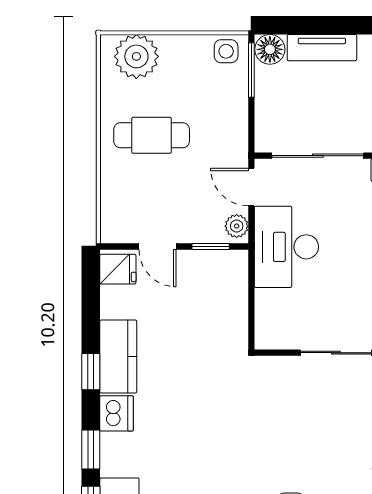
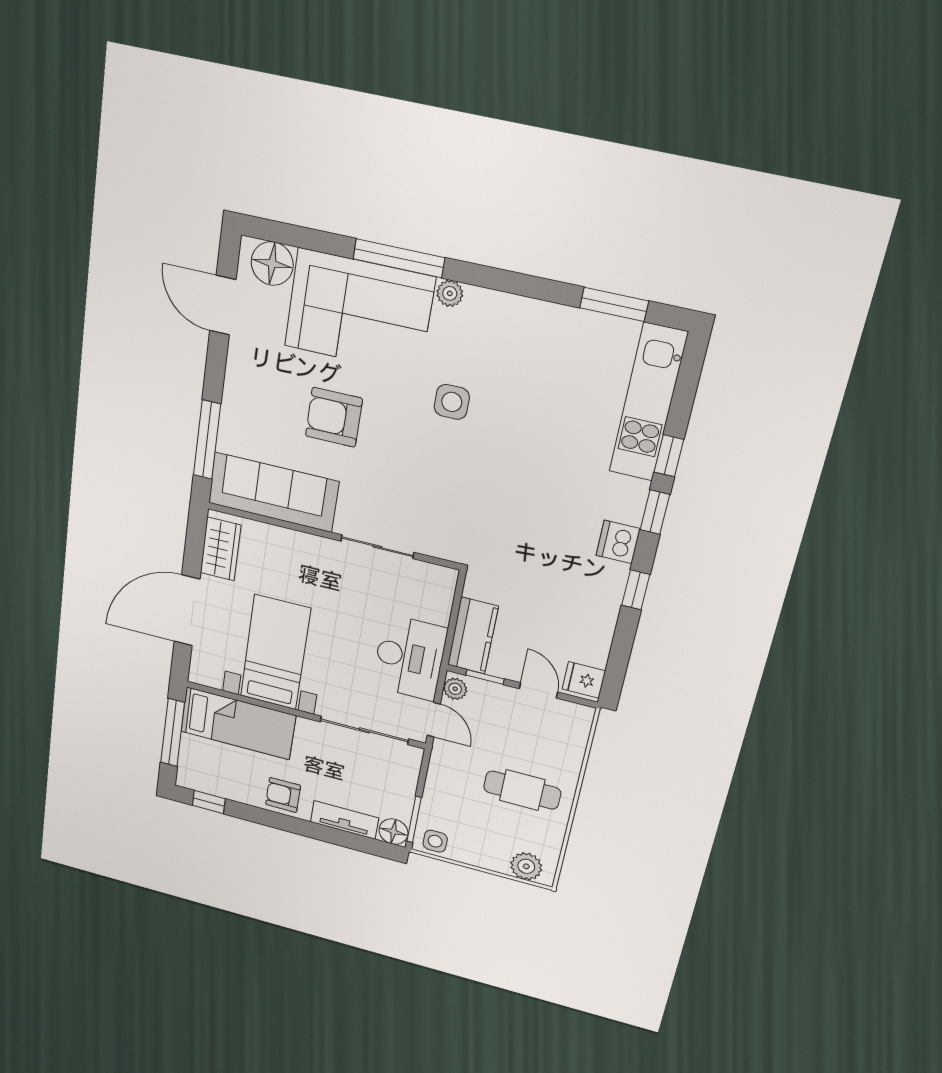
plant: (136, 56) -> (526, 866), width x0.73, depth x0.73
kitchen counter: (118, 357) -> (473, 636), moved, turned 180

